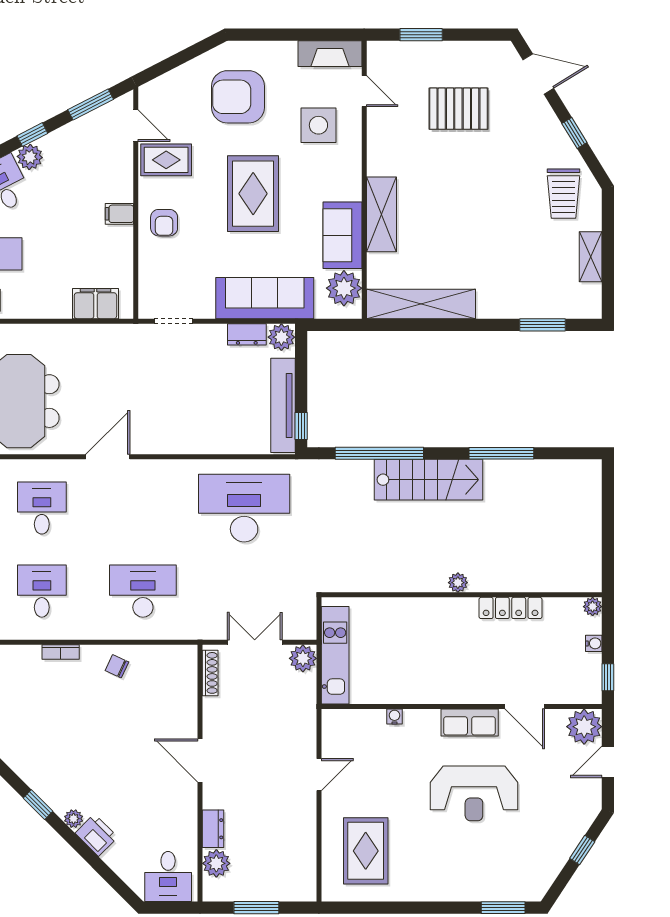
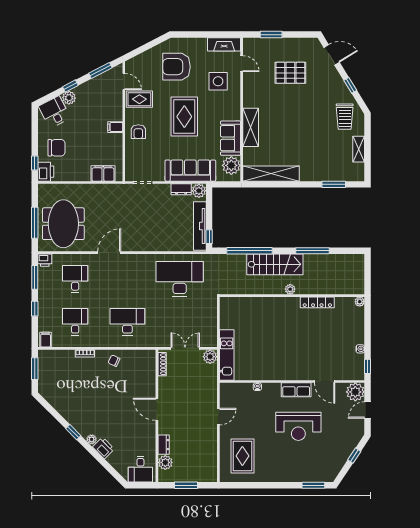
plant: (458, 583) -> (290, 289), moved
wall: (462, 595) -> (292, 296), moved
plant: (593, 607) -> (360, 302), moved
locker: (511, 608) -> (317, 302), moved

